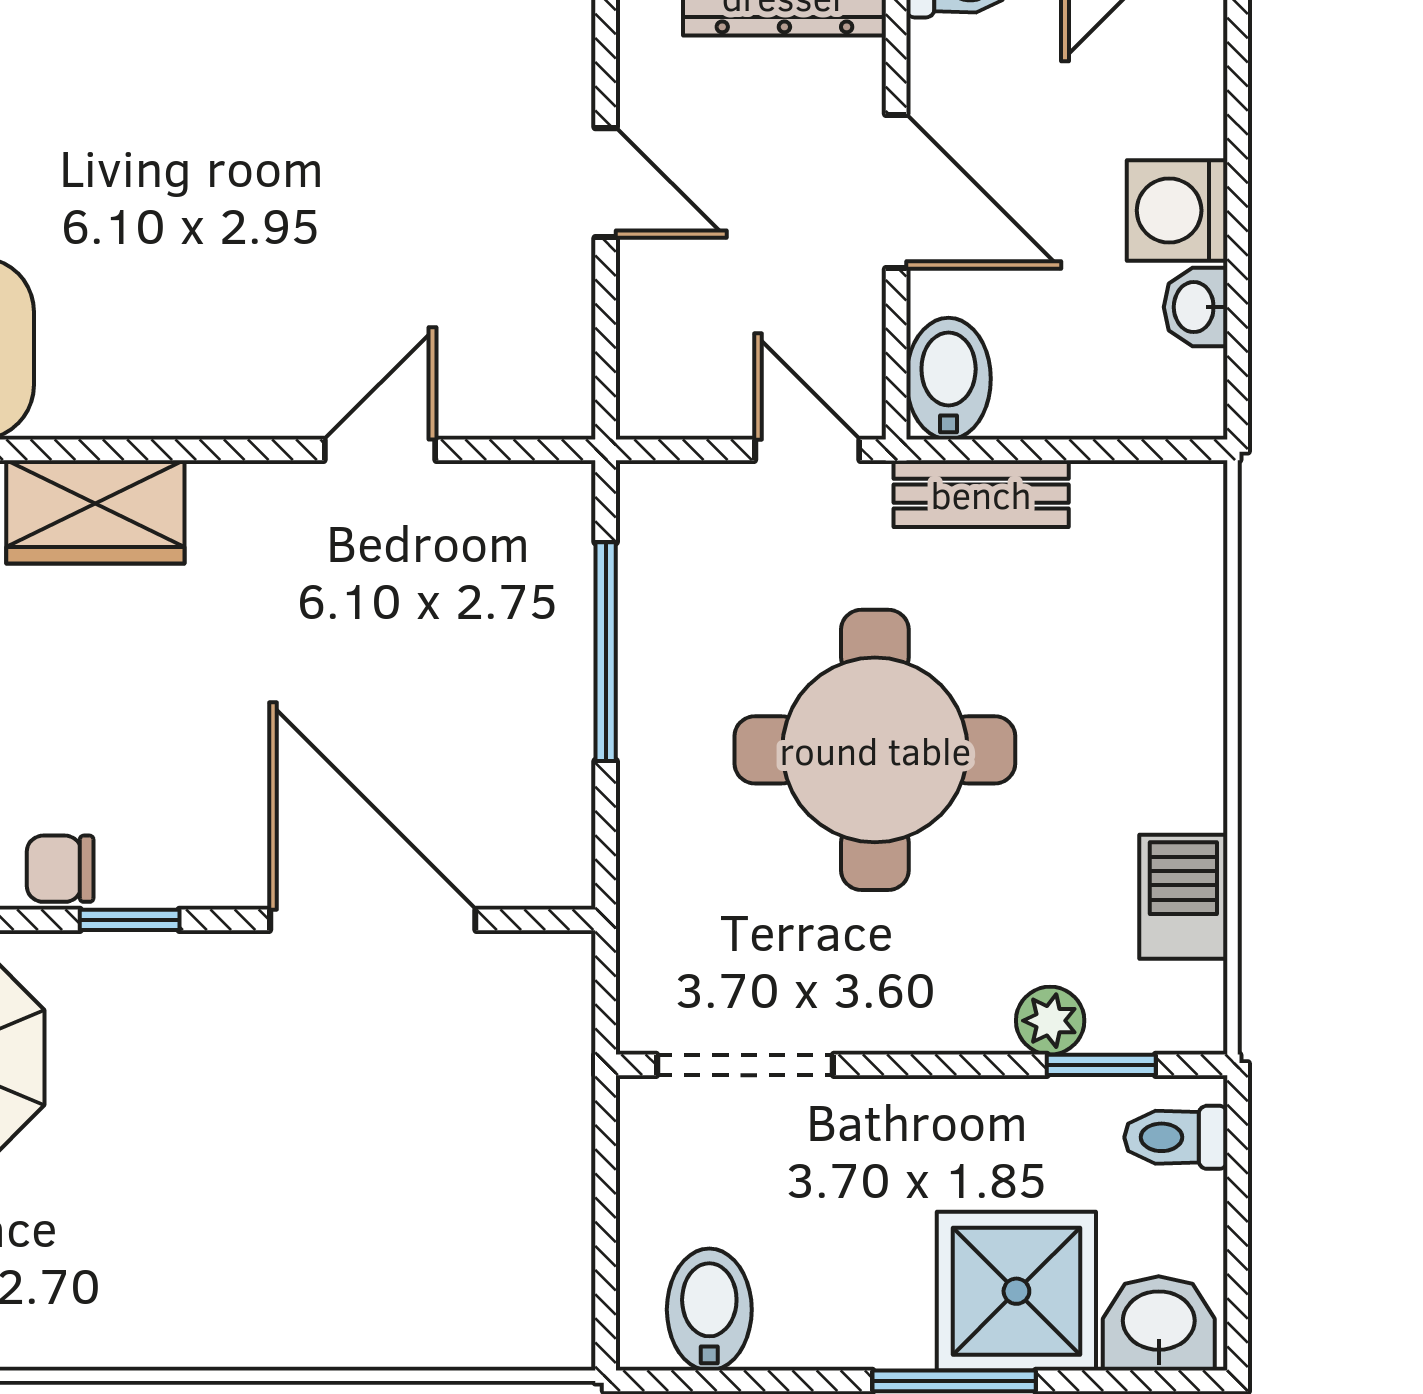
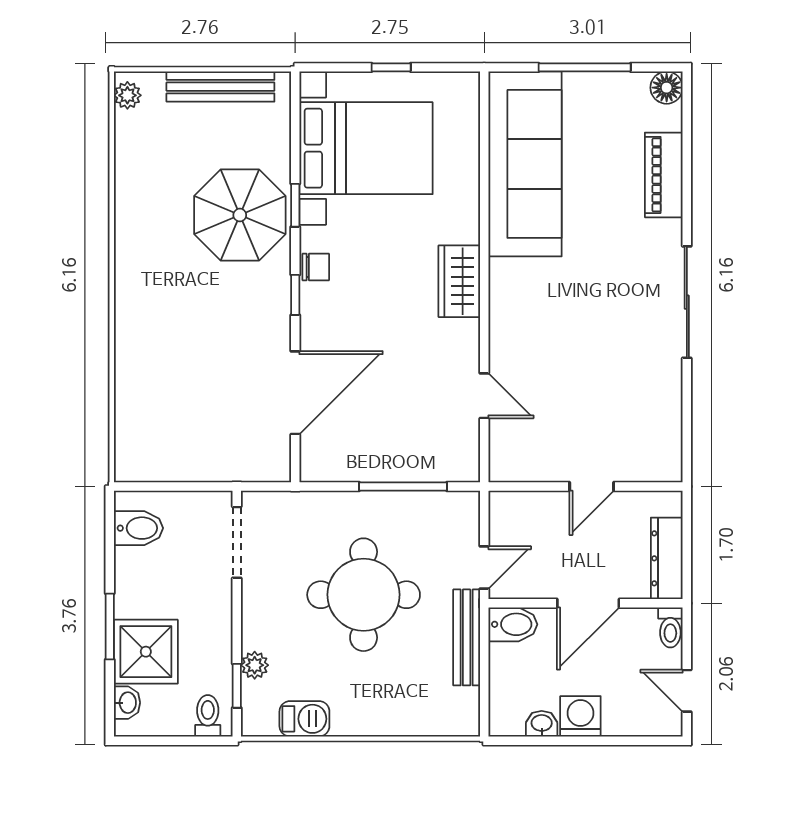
bench: (981, 494) -> (467, 637), width x1.36
chair: (60, 869) -> (316, 267), turned 90
washbasin: (1159, 1323) -> (127, 703), width x0.72, depth x0.69

